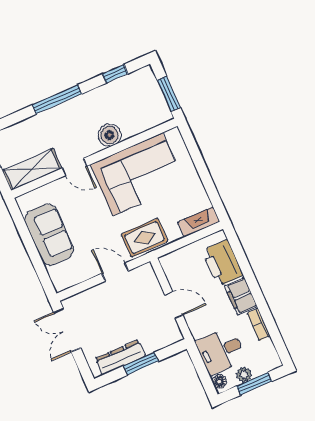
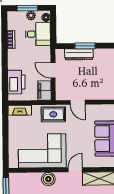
door: (74, 167) -> (75, 170), hinge flipped
filing cabinet: (241, 296) -> (44, 91), moved, turned 180
dresser: (120, 357) -> (79, 54), moved

